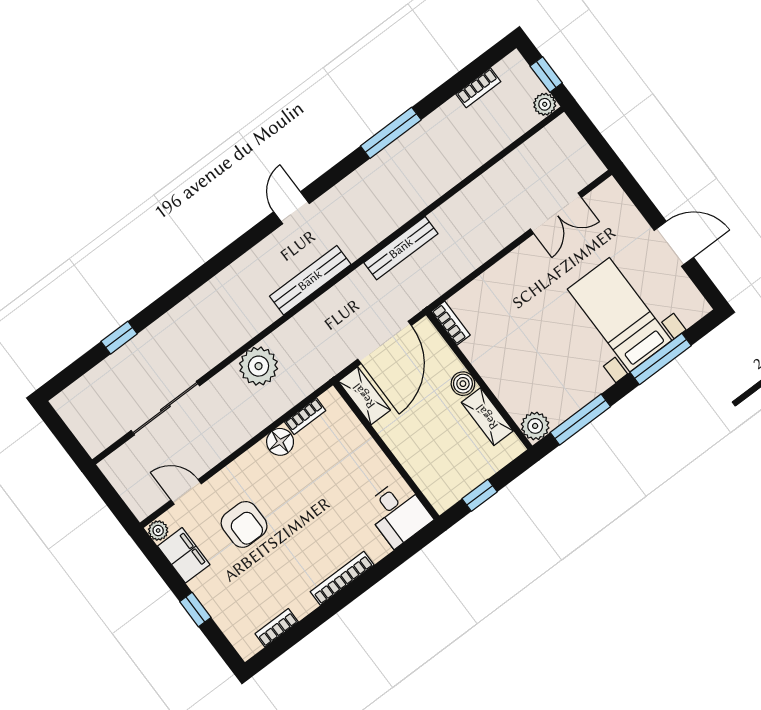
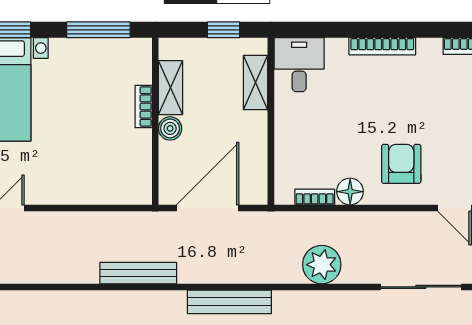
bookcase: (451, 323) -> (144, 107), moved
shelving: (364, 396) -> (256, 83), moved
plant: (535, 426) -> (138, 52), removed
armchair: (244, 524) -> (401, 164), moved

